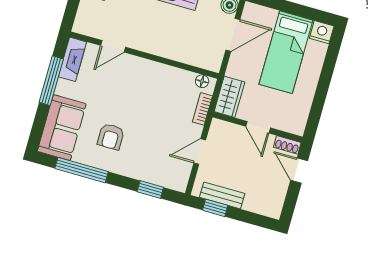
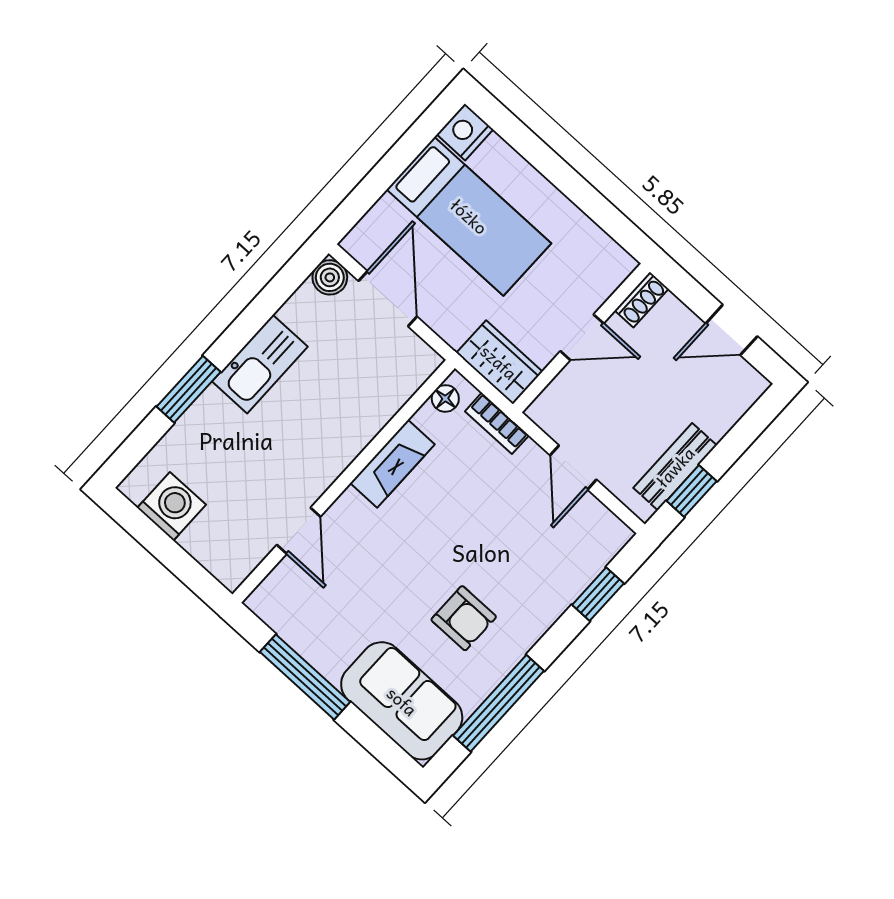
fireplace: (72, 59) -> (392, 464), moved, turned 90
door: (299, 171) -> (732, 330), moved

